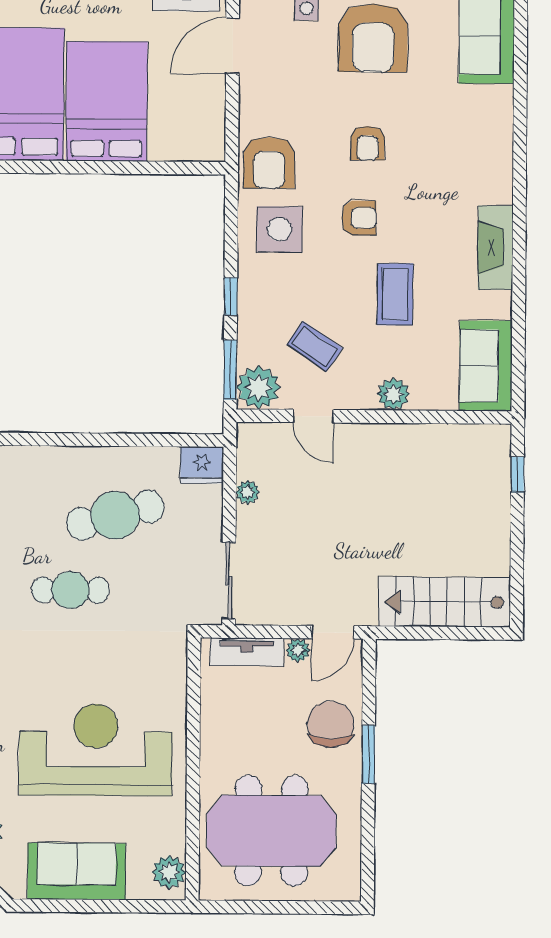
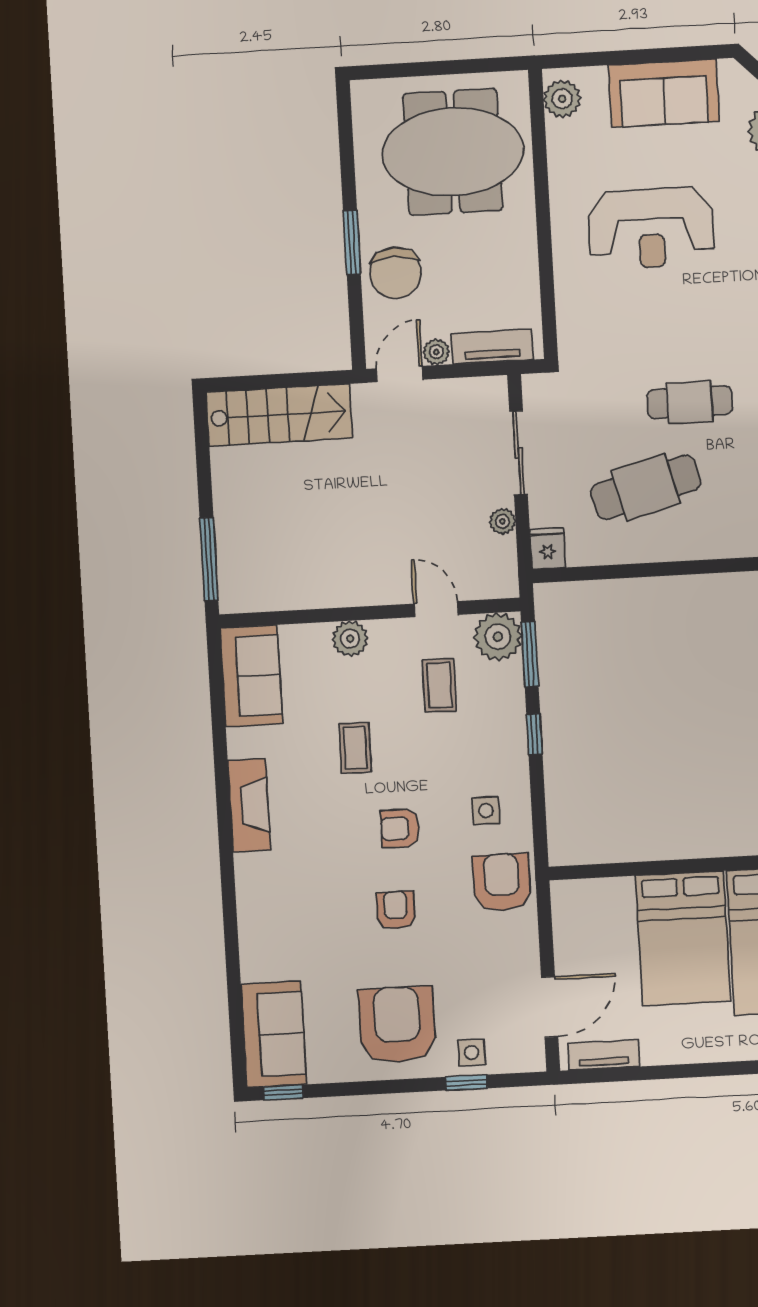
side table: (279, 229) -> (486, 811), width x0.54, depth x0.54
coffee table: (395, 294) -> (355, 748), width x0.73, depth x0.77
coffee table: (315, 346) -> (439, 685), turned 56
fridge: (202, 465) -> (548, 548), width x0.72
window: (518, 475) -> (209, 559), width x2.17
sliding door: (229, 581) -> (518, 453), moved
reception desk: (96, 750) -> (651, 228), width x0.74, depth x0.77

